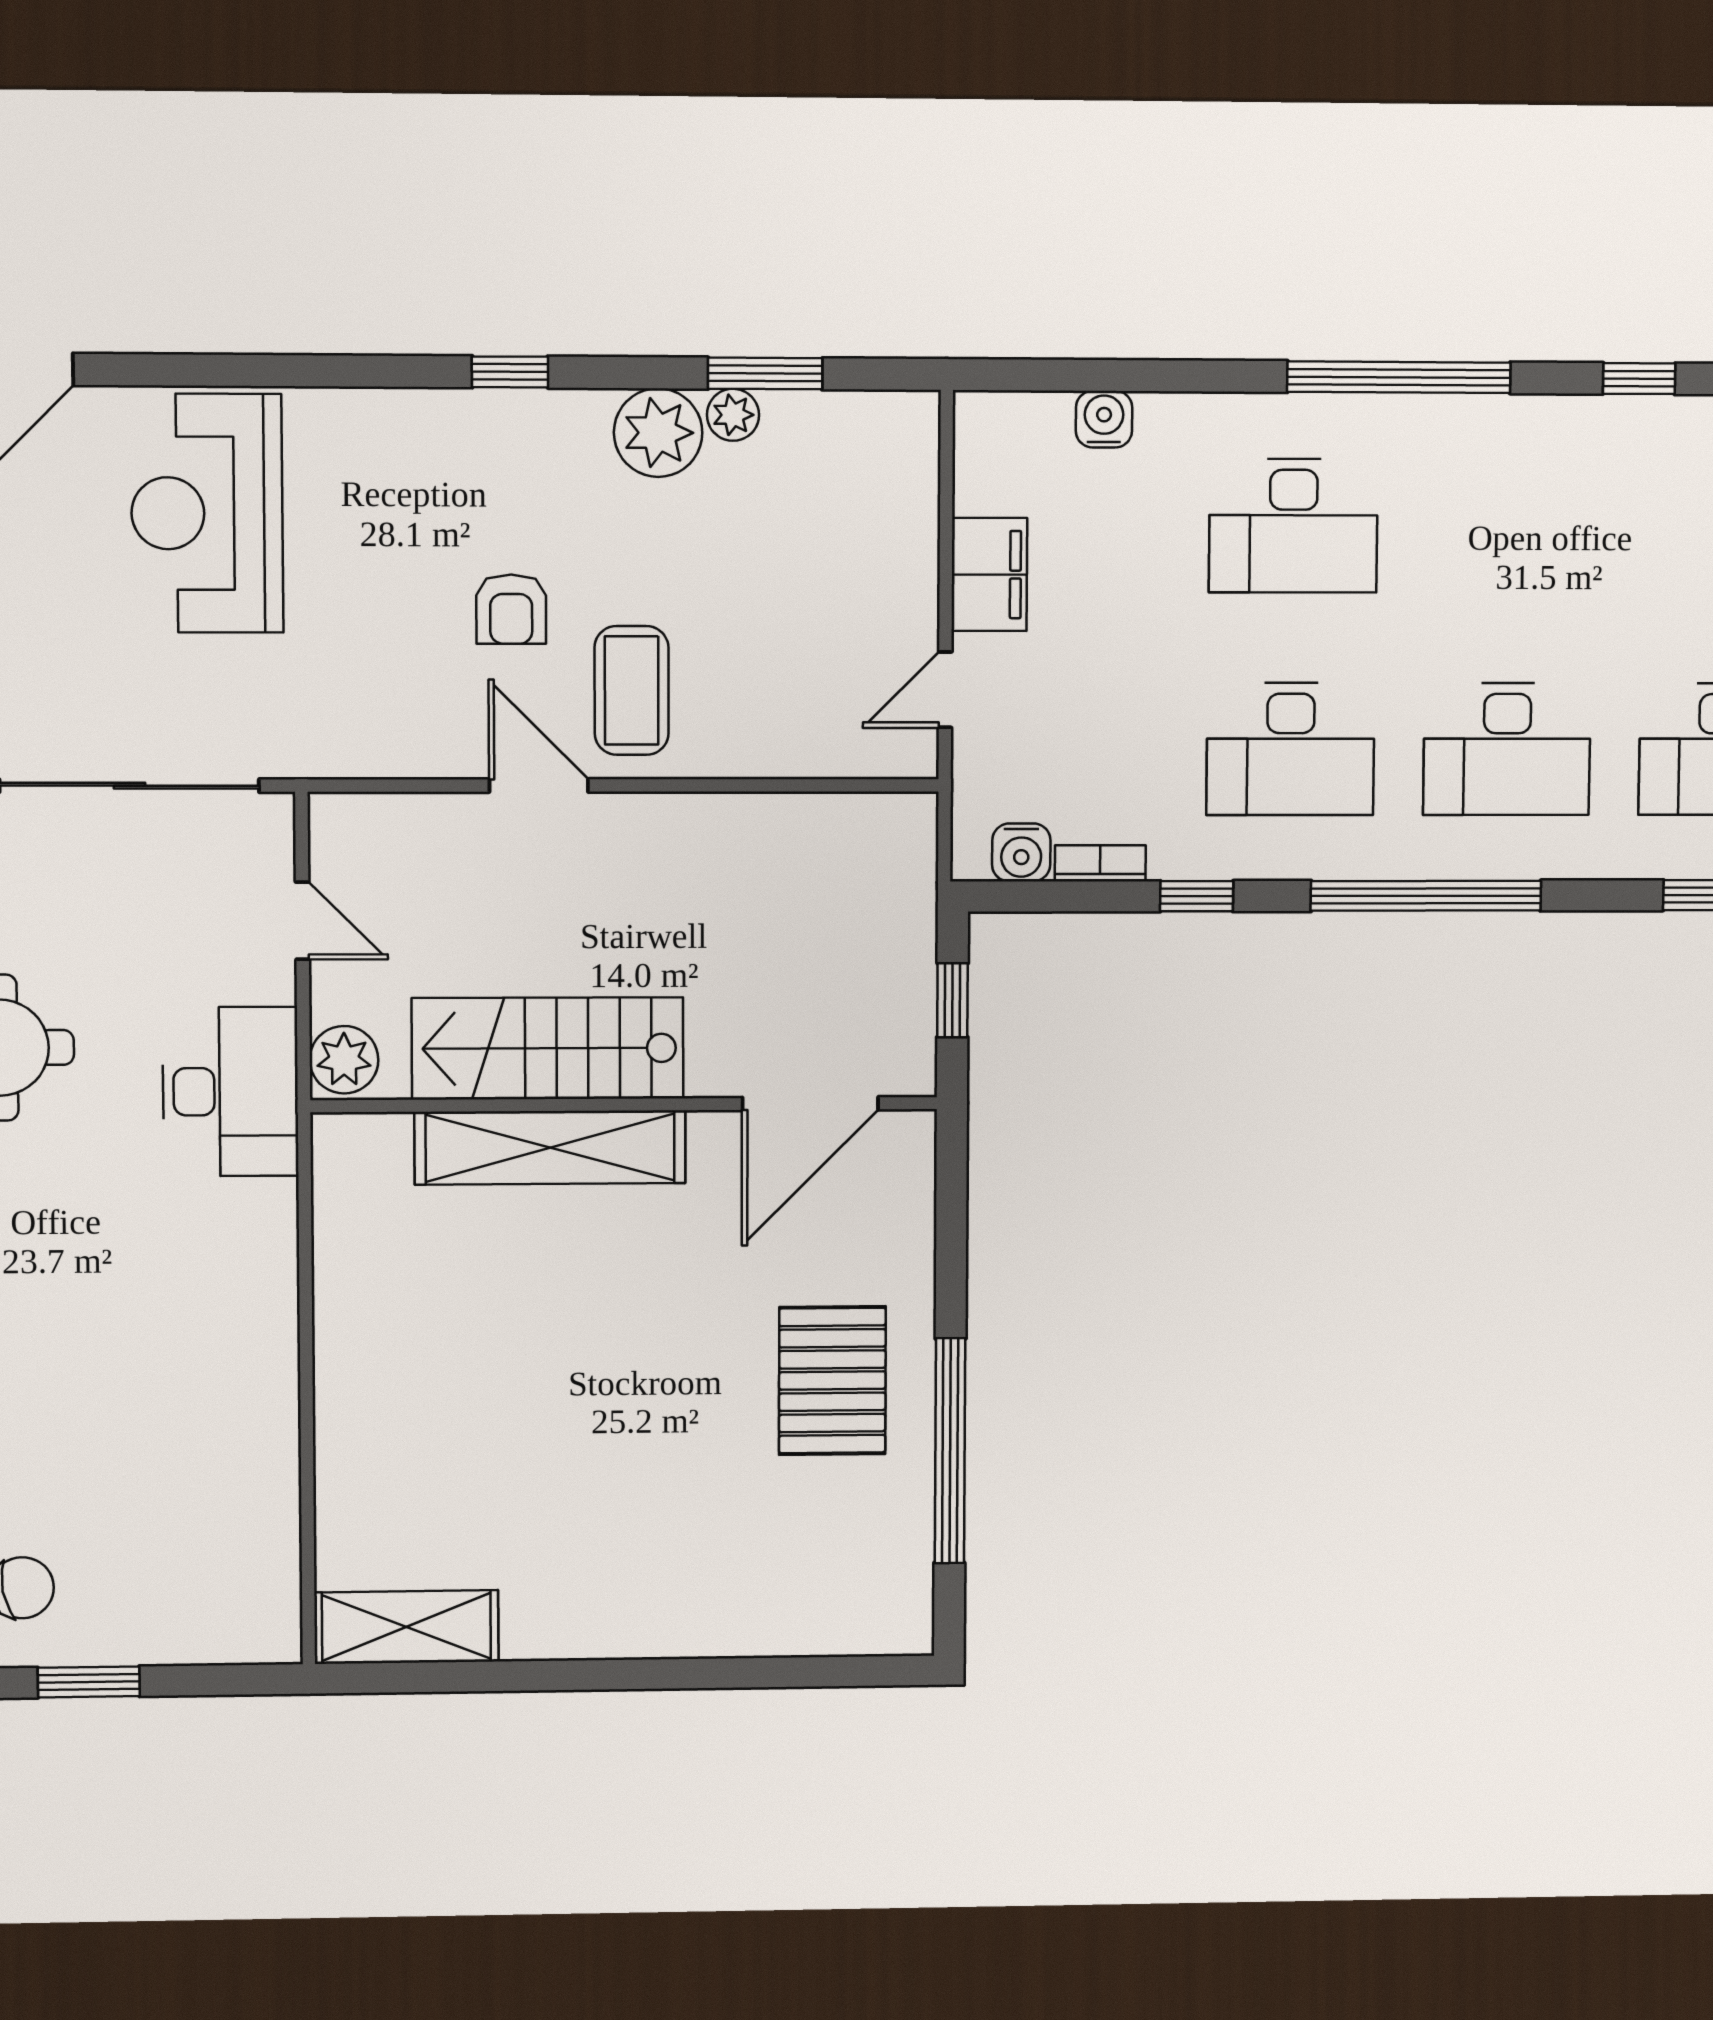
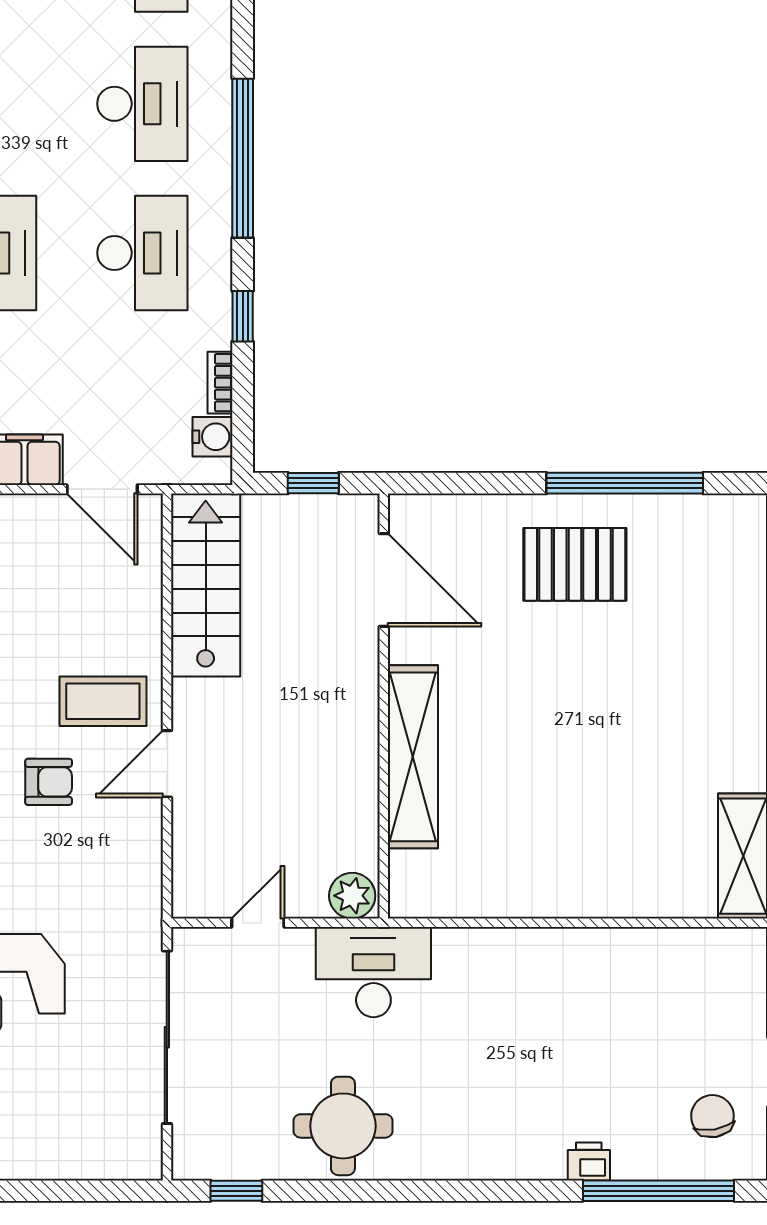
door: (945, 690) -> (102, 489), width x1.38
stairs: (548, 1048) -> (206, 585), moved, turned 180

